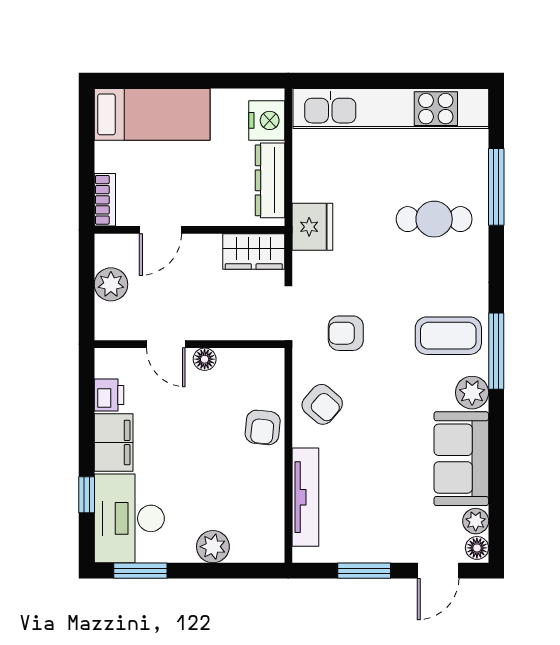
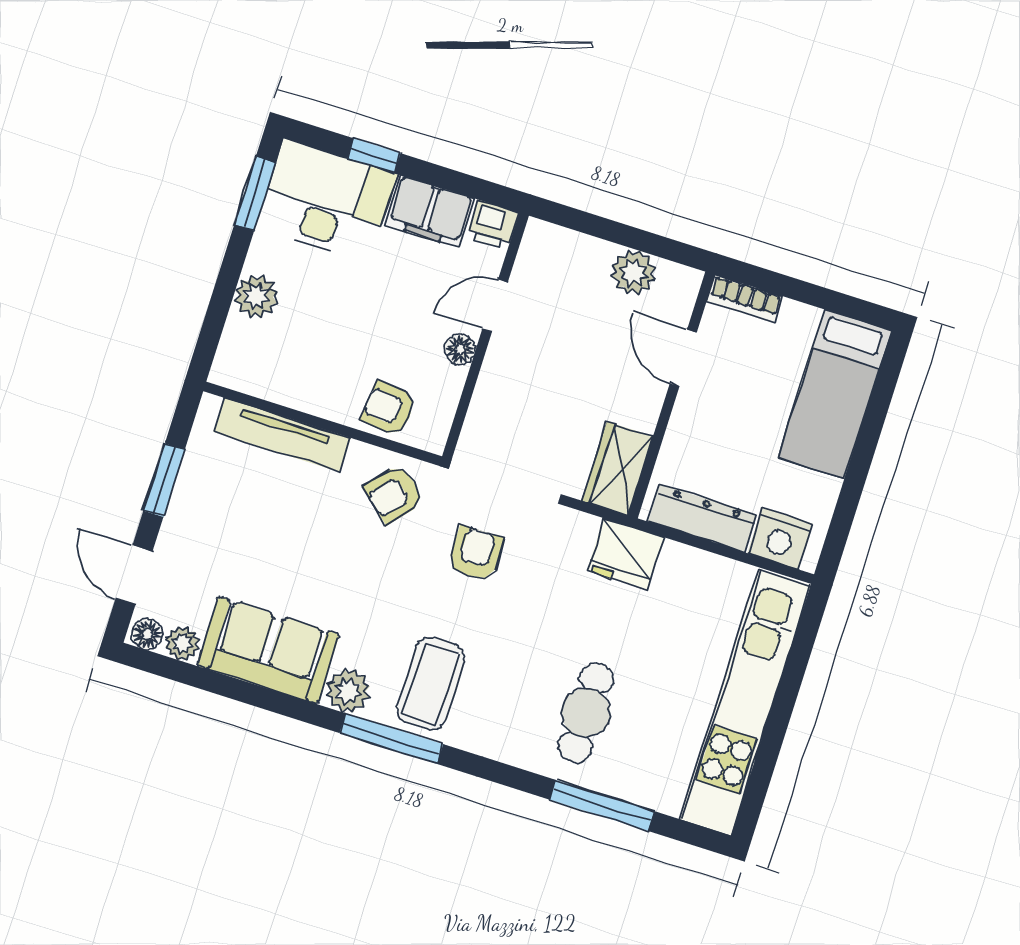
door: (166, 344) -> (495, 306), moved
wall: (189, 344) -> (485, 336), moved
floor lamp: (205, 359) -> (460, 349), moved

